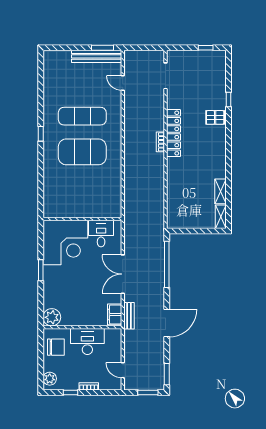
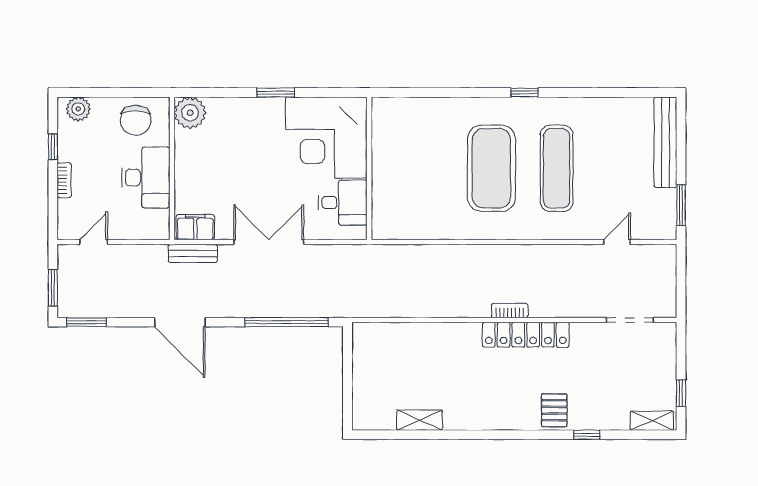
bench: (97, 56) -> (665, 142), moved
shelving: (221, 217) -> (652, 421), moved

